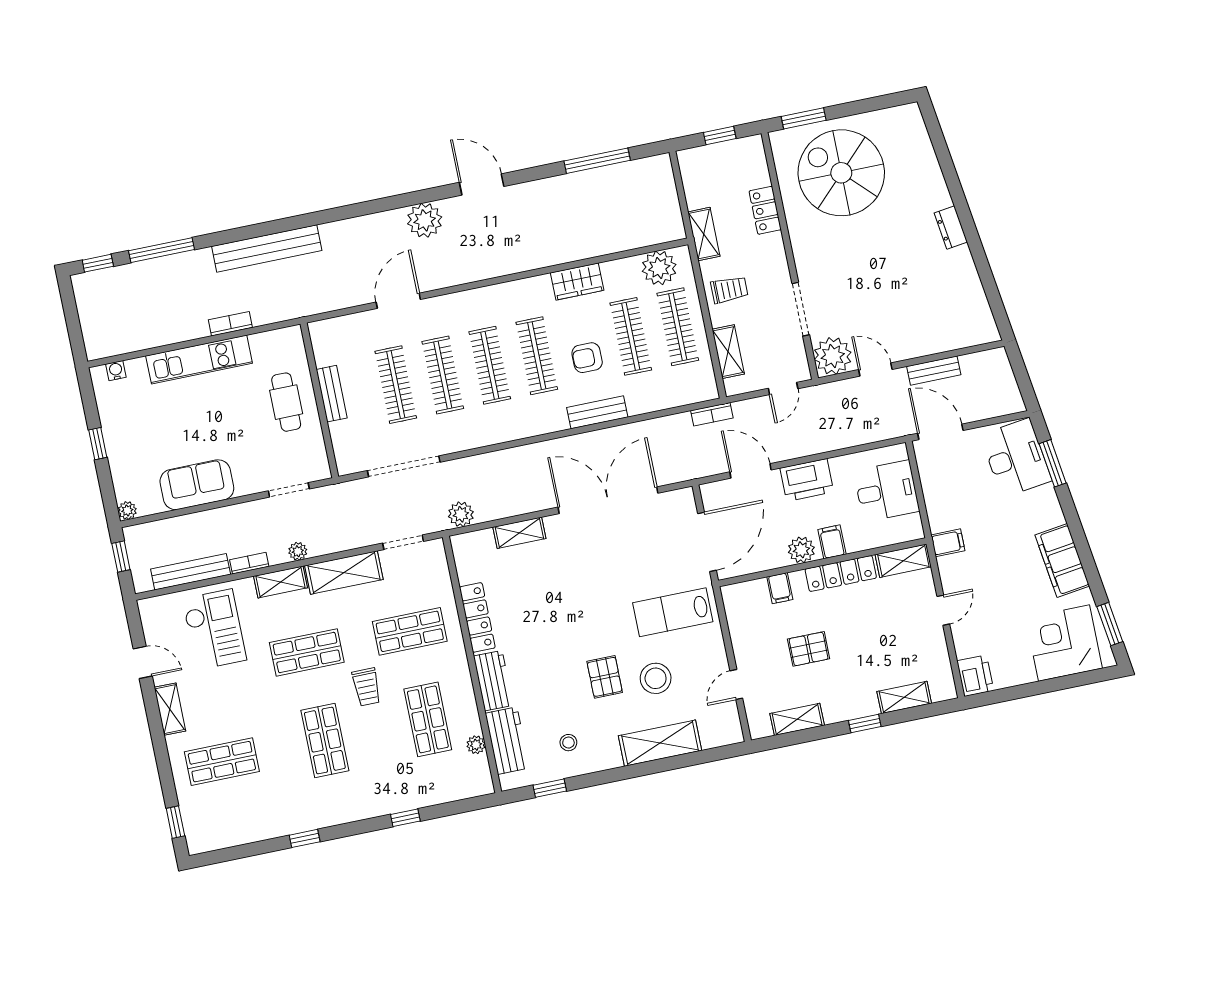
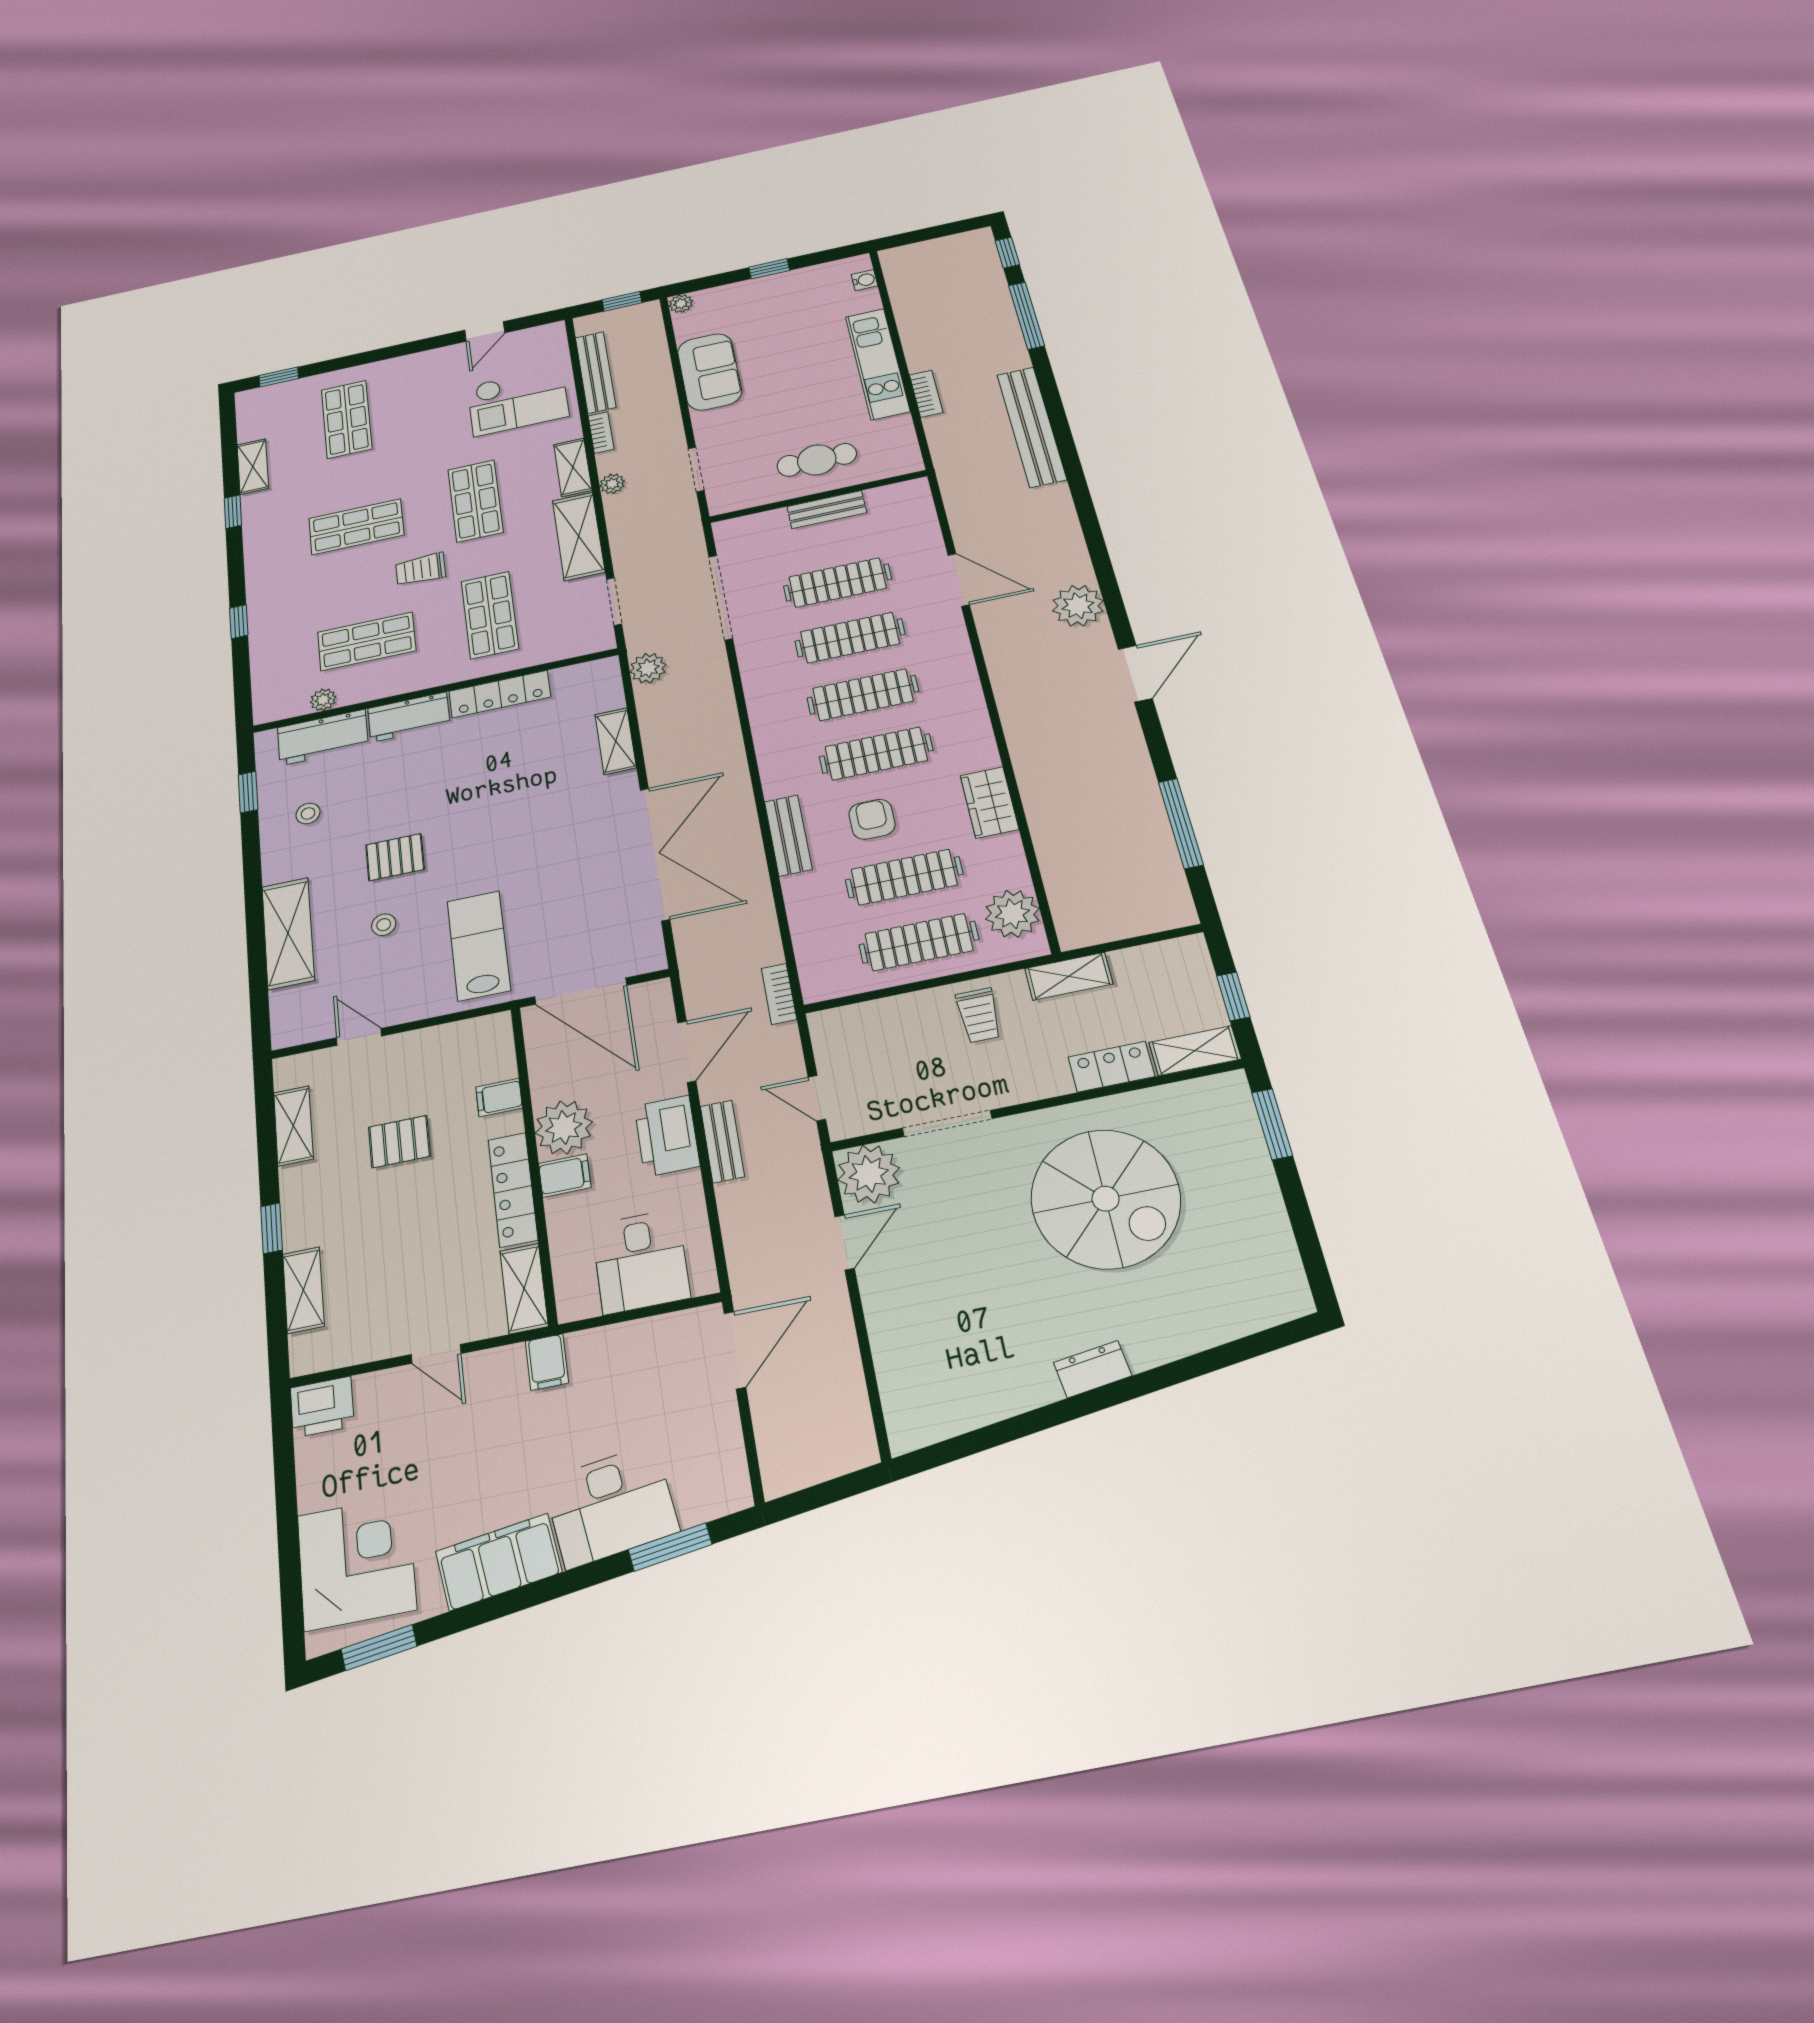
spiral stairs: (841, 173) -> (1106, 1199), moved, turned 90
shelving: (728, 352) -> (1195, 1051), moved
bench: (934, 371) -> (722, 1141), moved
desk: (1016, 458) -> (611, 1506), moved
plant: (801, 550) -> (564, 1127), width x1.36, depth x1.36
pallet: (809, 649) -> (399, 1142), turned 90
stool: (656, 678) -> (384, 925), width x0.53, depth x0.53
shelving: (170, 709) -> (253, 467), moved, turned 90

